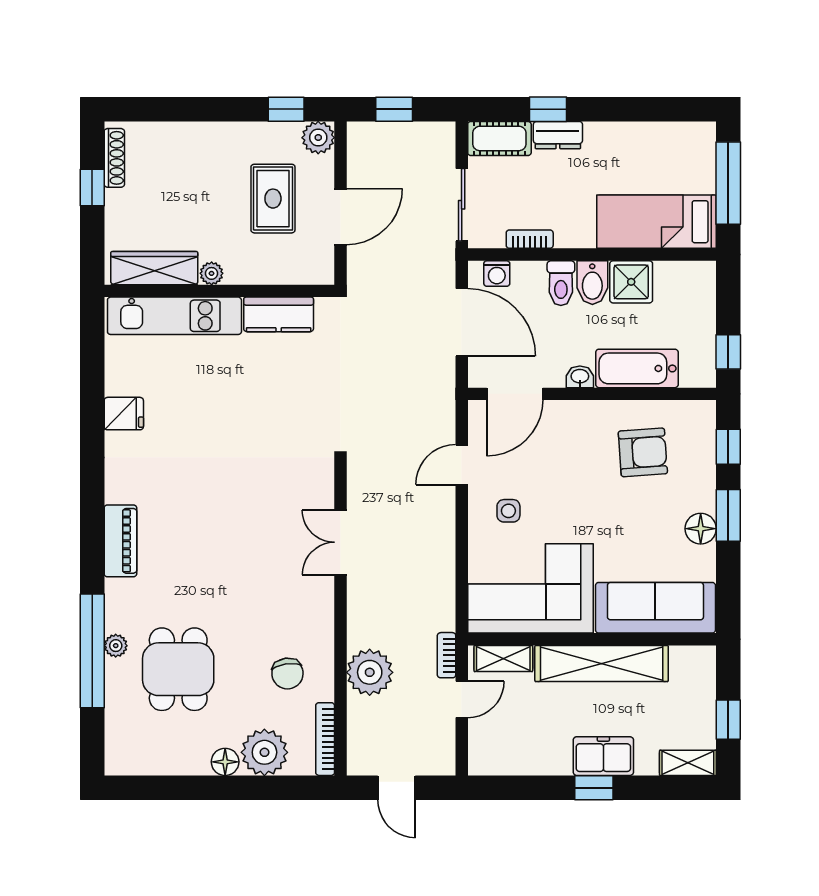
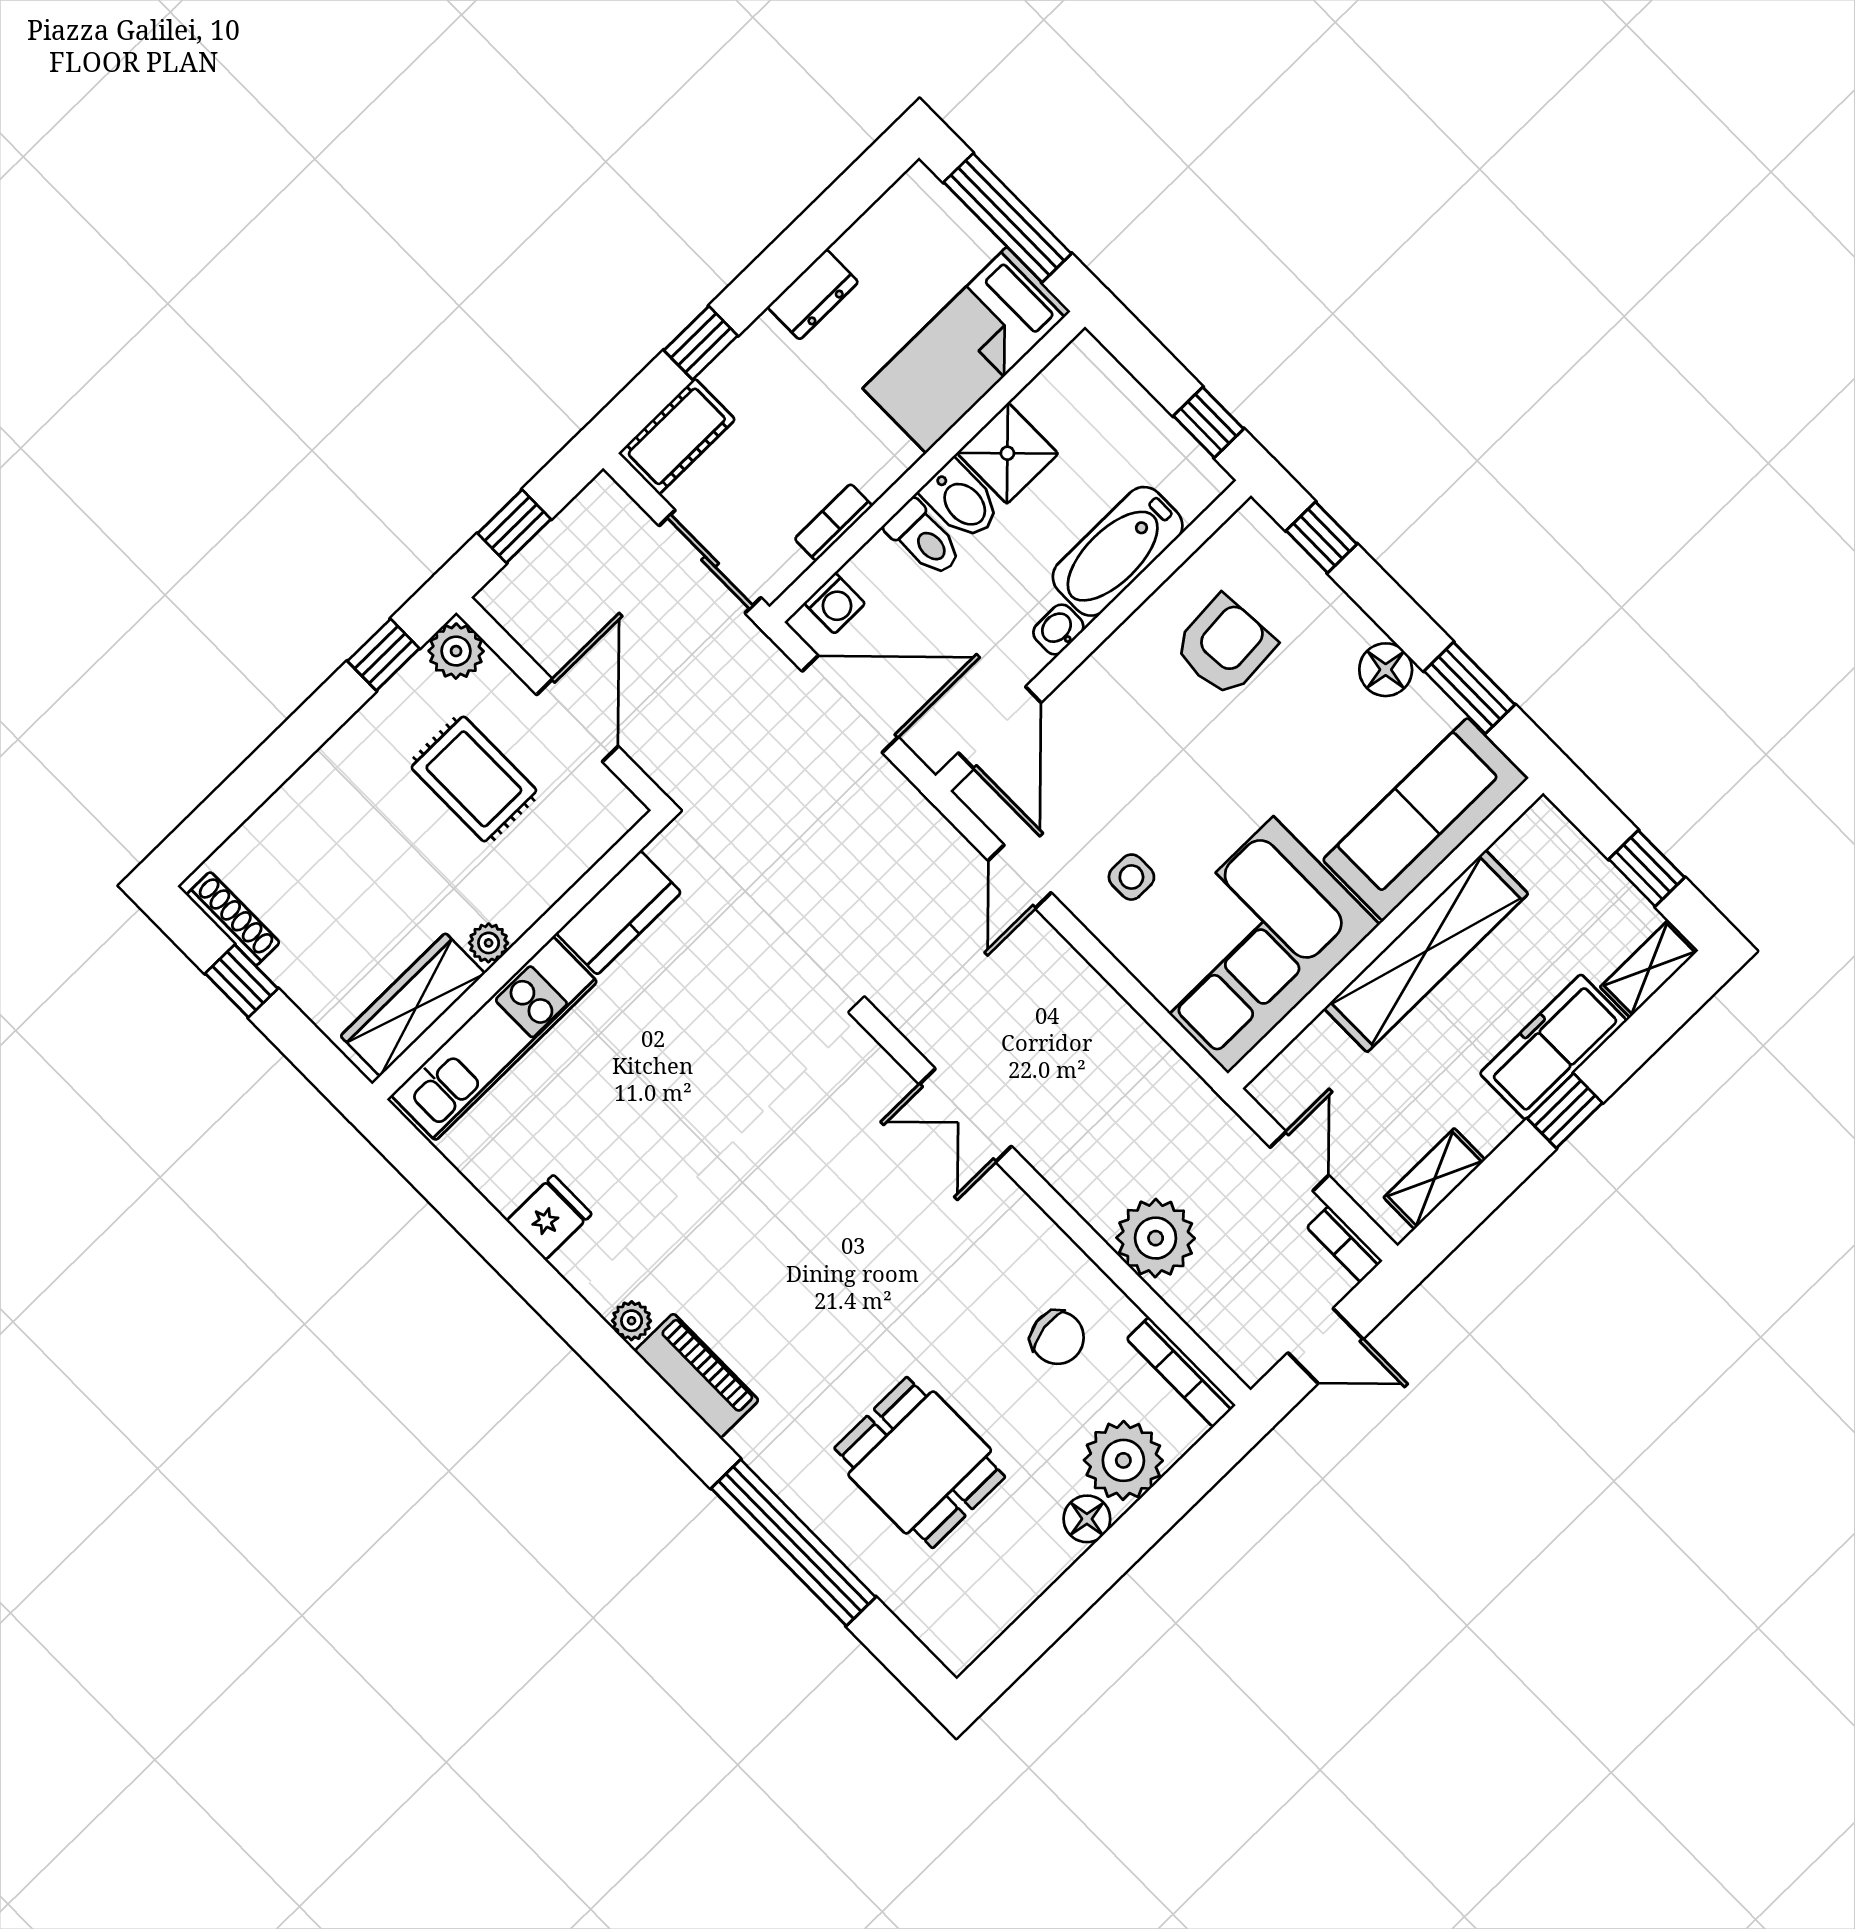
dresser: (558, 135) -> (813, 294), moved
window: (728, 515) -> (1469, 688), moved
plant: (116, 646) -> (632, 1321), moved
bookcase: (447, 655) -> (1345, 1244), moved
shelving: (503, 658) -> (1434, 1179), moved
freezer: (603, 756) -> (1553, 1047), width x1.40

